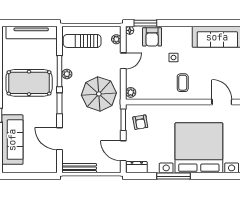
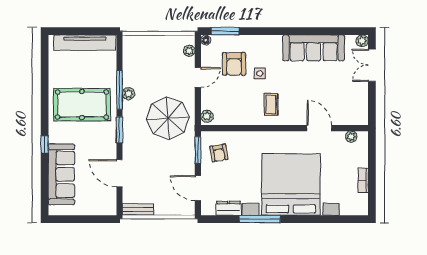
armchair: (152, 37) -> (234, 64), moved
sun lounger: (82, 41) -> (147, 53), removed
dresser: (137, 167) -> (229, 208), moved
bench: (79, 168) -> (138, 210), width x0.73

